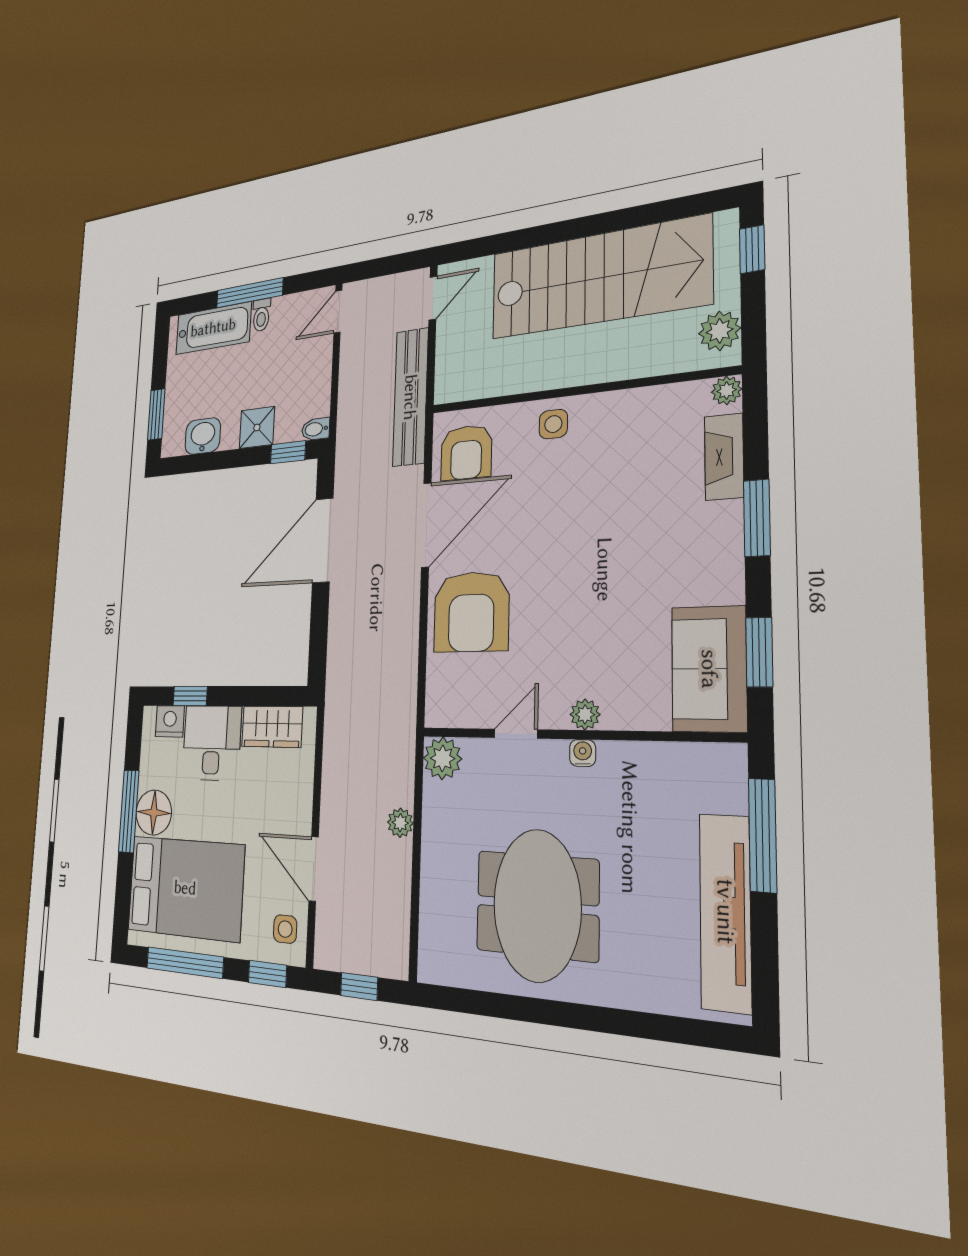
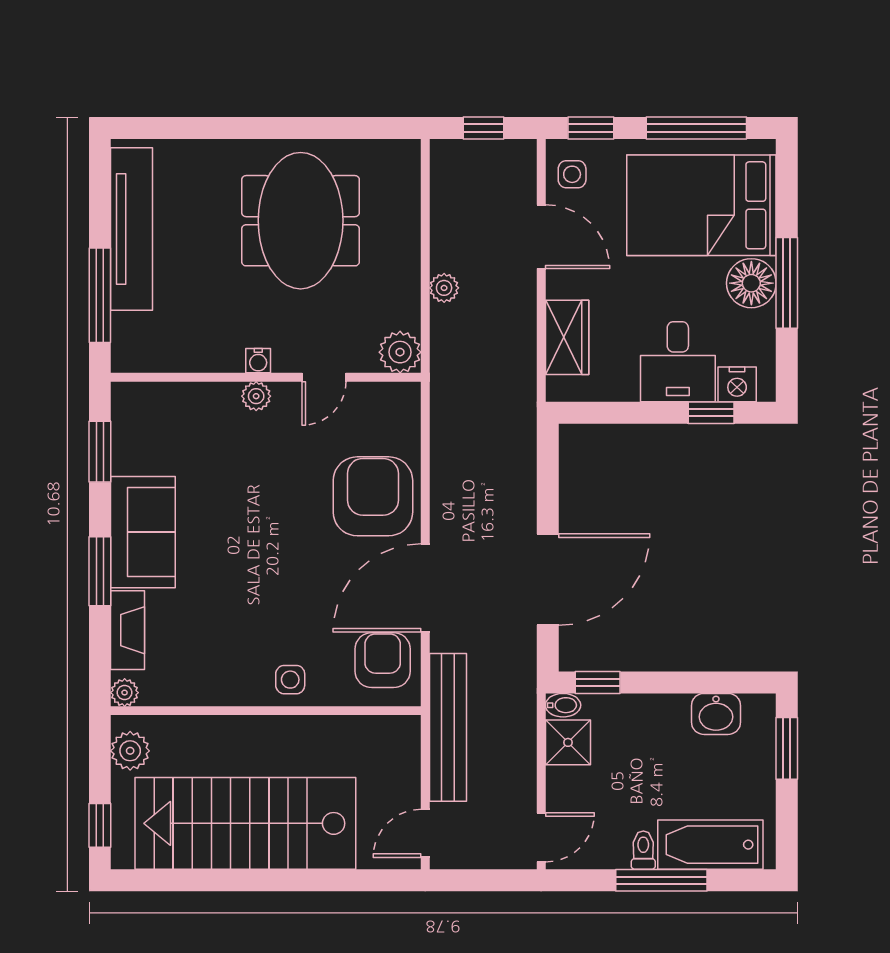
shower: (257, 428) -> (568, 742), moved
sofa: (709, 669) -> (143, 532), moved
wardrobe: (272, 727) -> (567, 337), moved, turned 90

